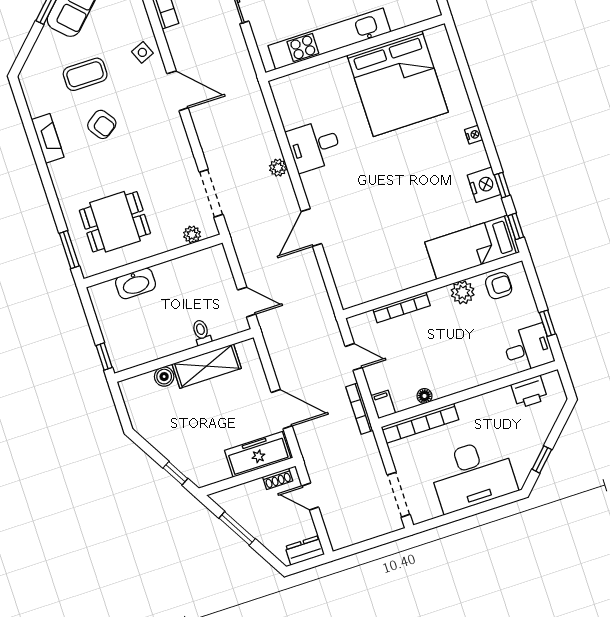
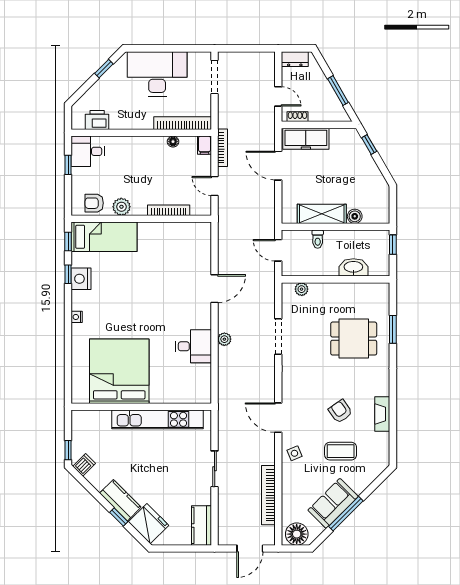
plant: (192, 234) -> (302, 289), moved
wall: (153, 261) -> (336, 279), moved
washbasin: (136, 283) -> (353, 267), moved

